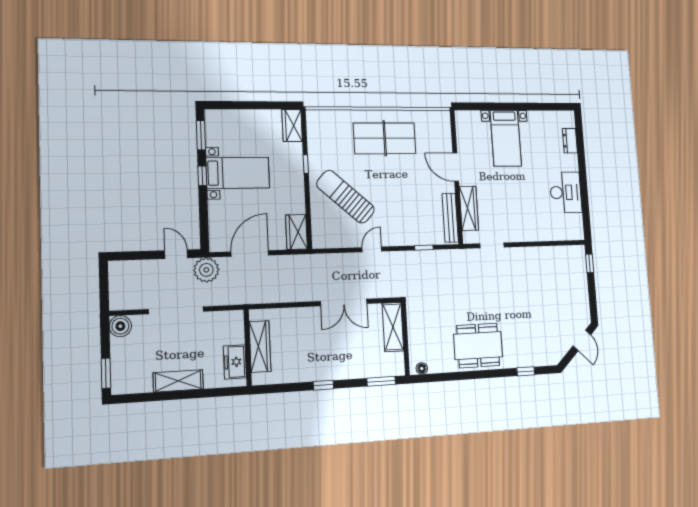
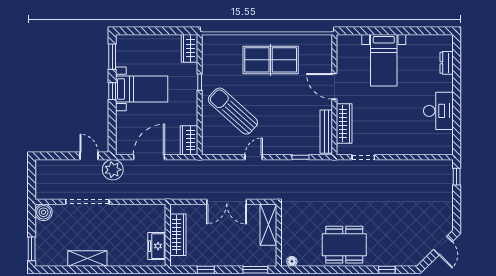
wardrobe: (260, 347) -> (178, 235), moved
wall: (248, 348) -> (168, 235), moved
freezer: (235, 362) -> (157, 246), moved

